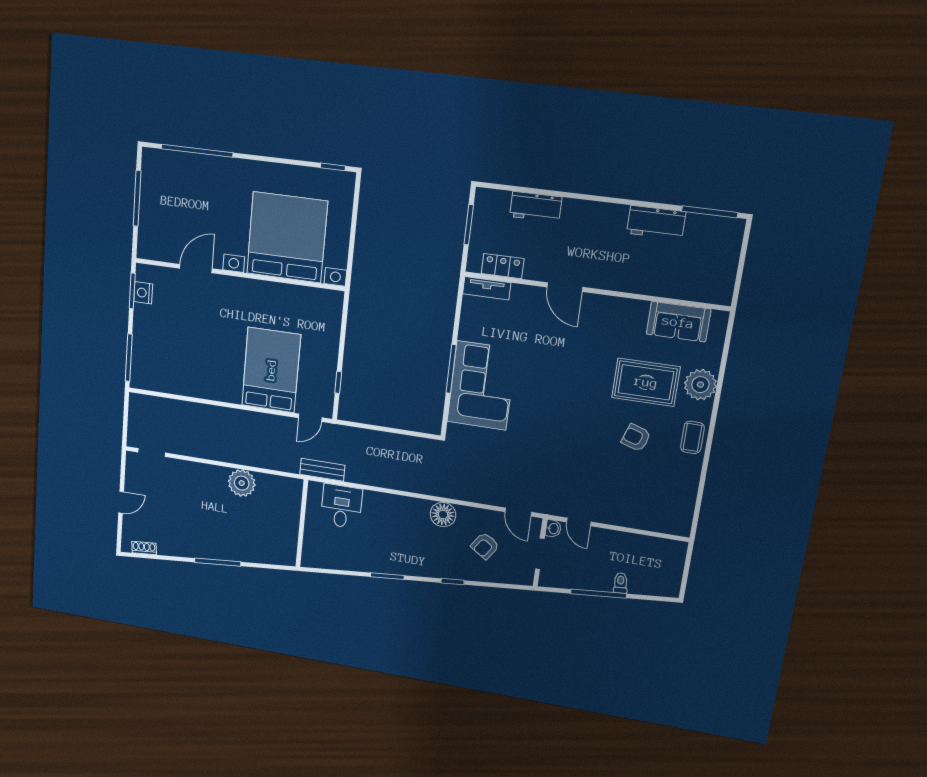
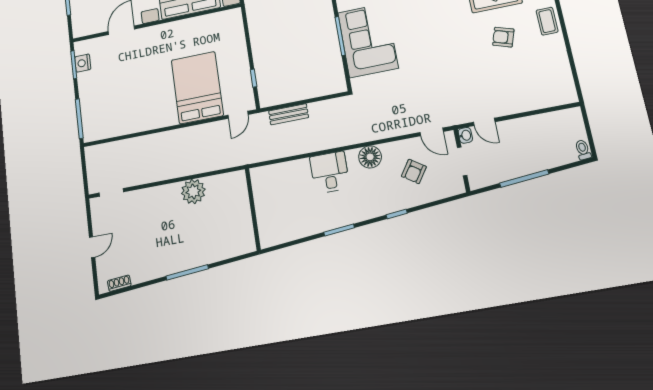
bench: (322, 470) -> (289, 114), moved
desk: (341, 506) -> (330, 172), moved
toilet: (621, 583) -> (583, 150), moved

